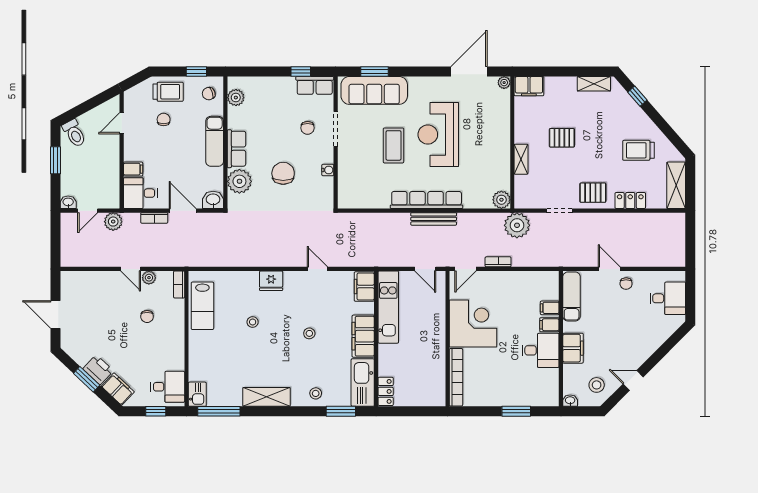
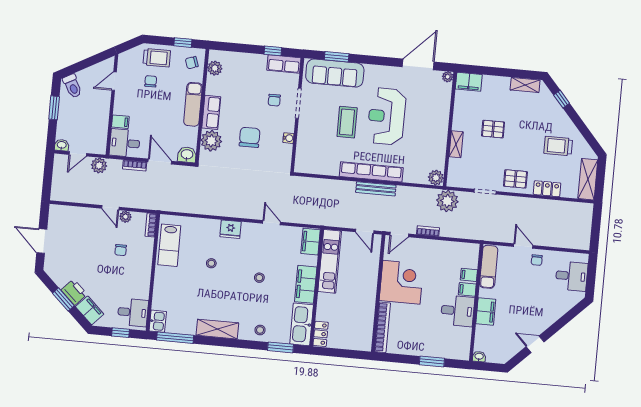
stool: (597, 385) -> (503, 345), removed

